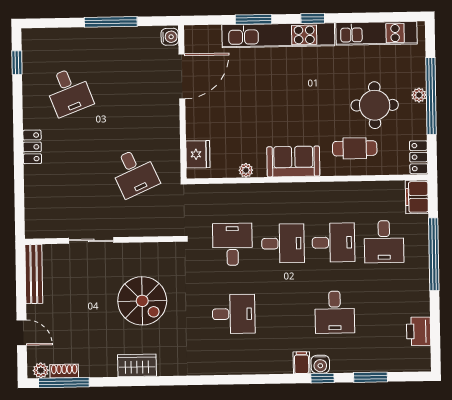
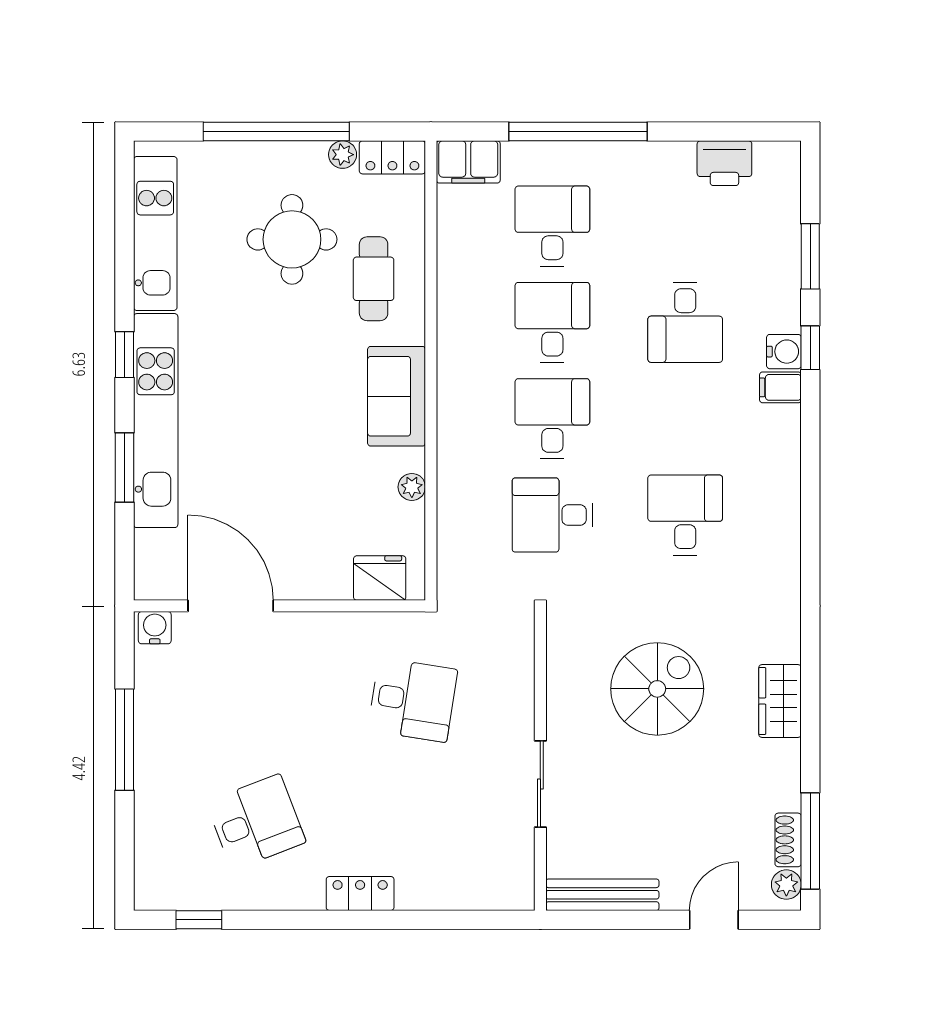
plant: (419, 95) -> (343, 155), moved
desk: (134, 173) -> (413, 700), turned 33
desk: (384, 242) -> (552, 226), turned -90
desk: (335, 312) -> (685, 322), turned 90

